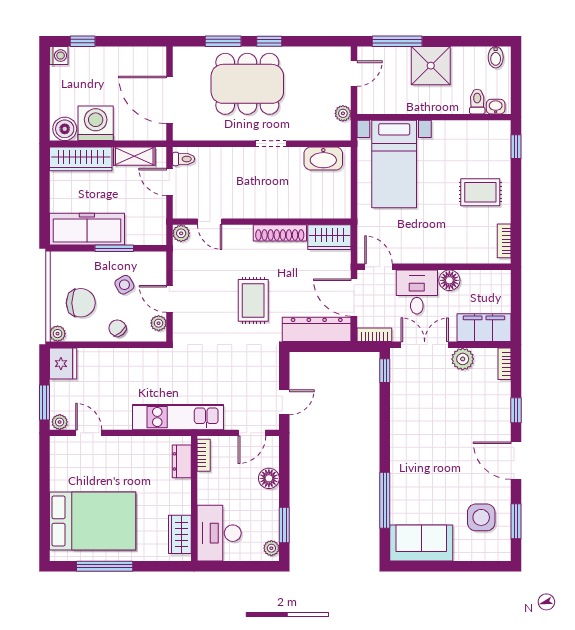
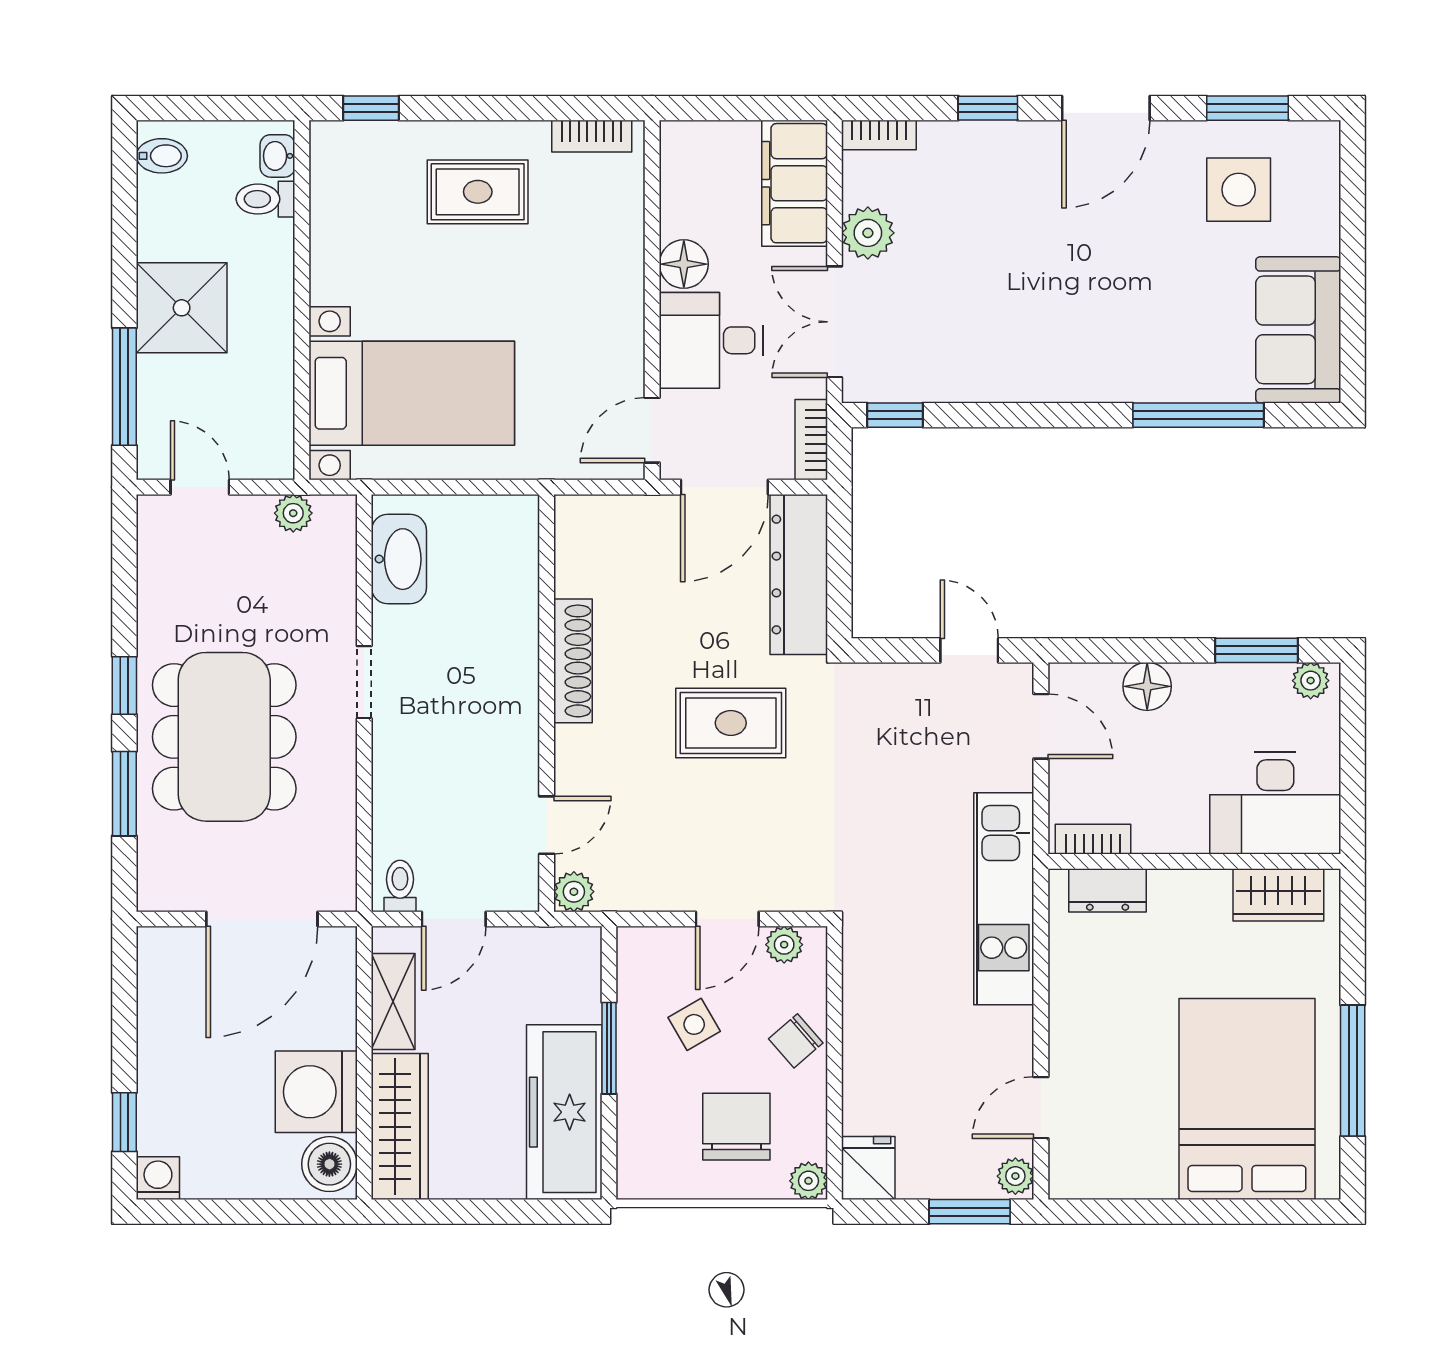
rug: (480, 192) -> (478, 192), turned 90
wardrobe: (329, 237) -> (583, 545), removed
fridge: (63, 364) -> (868, 1168), width x0.72

